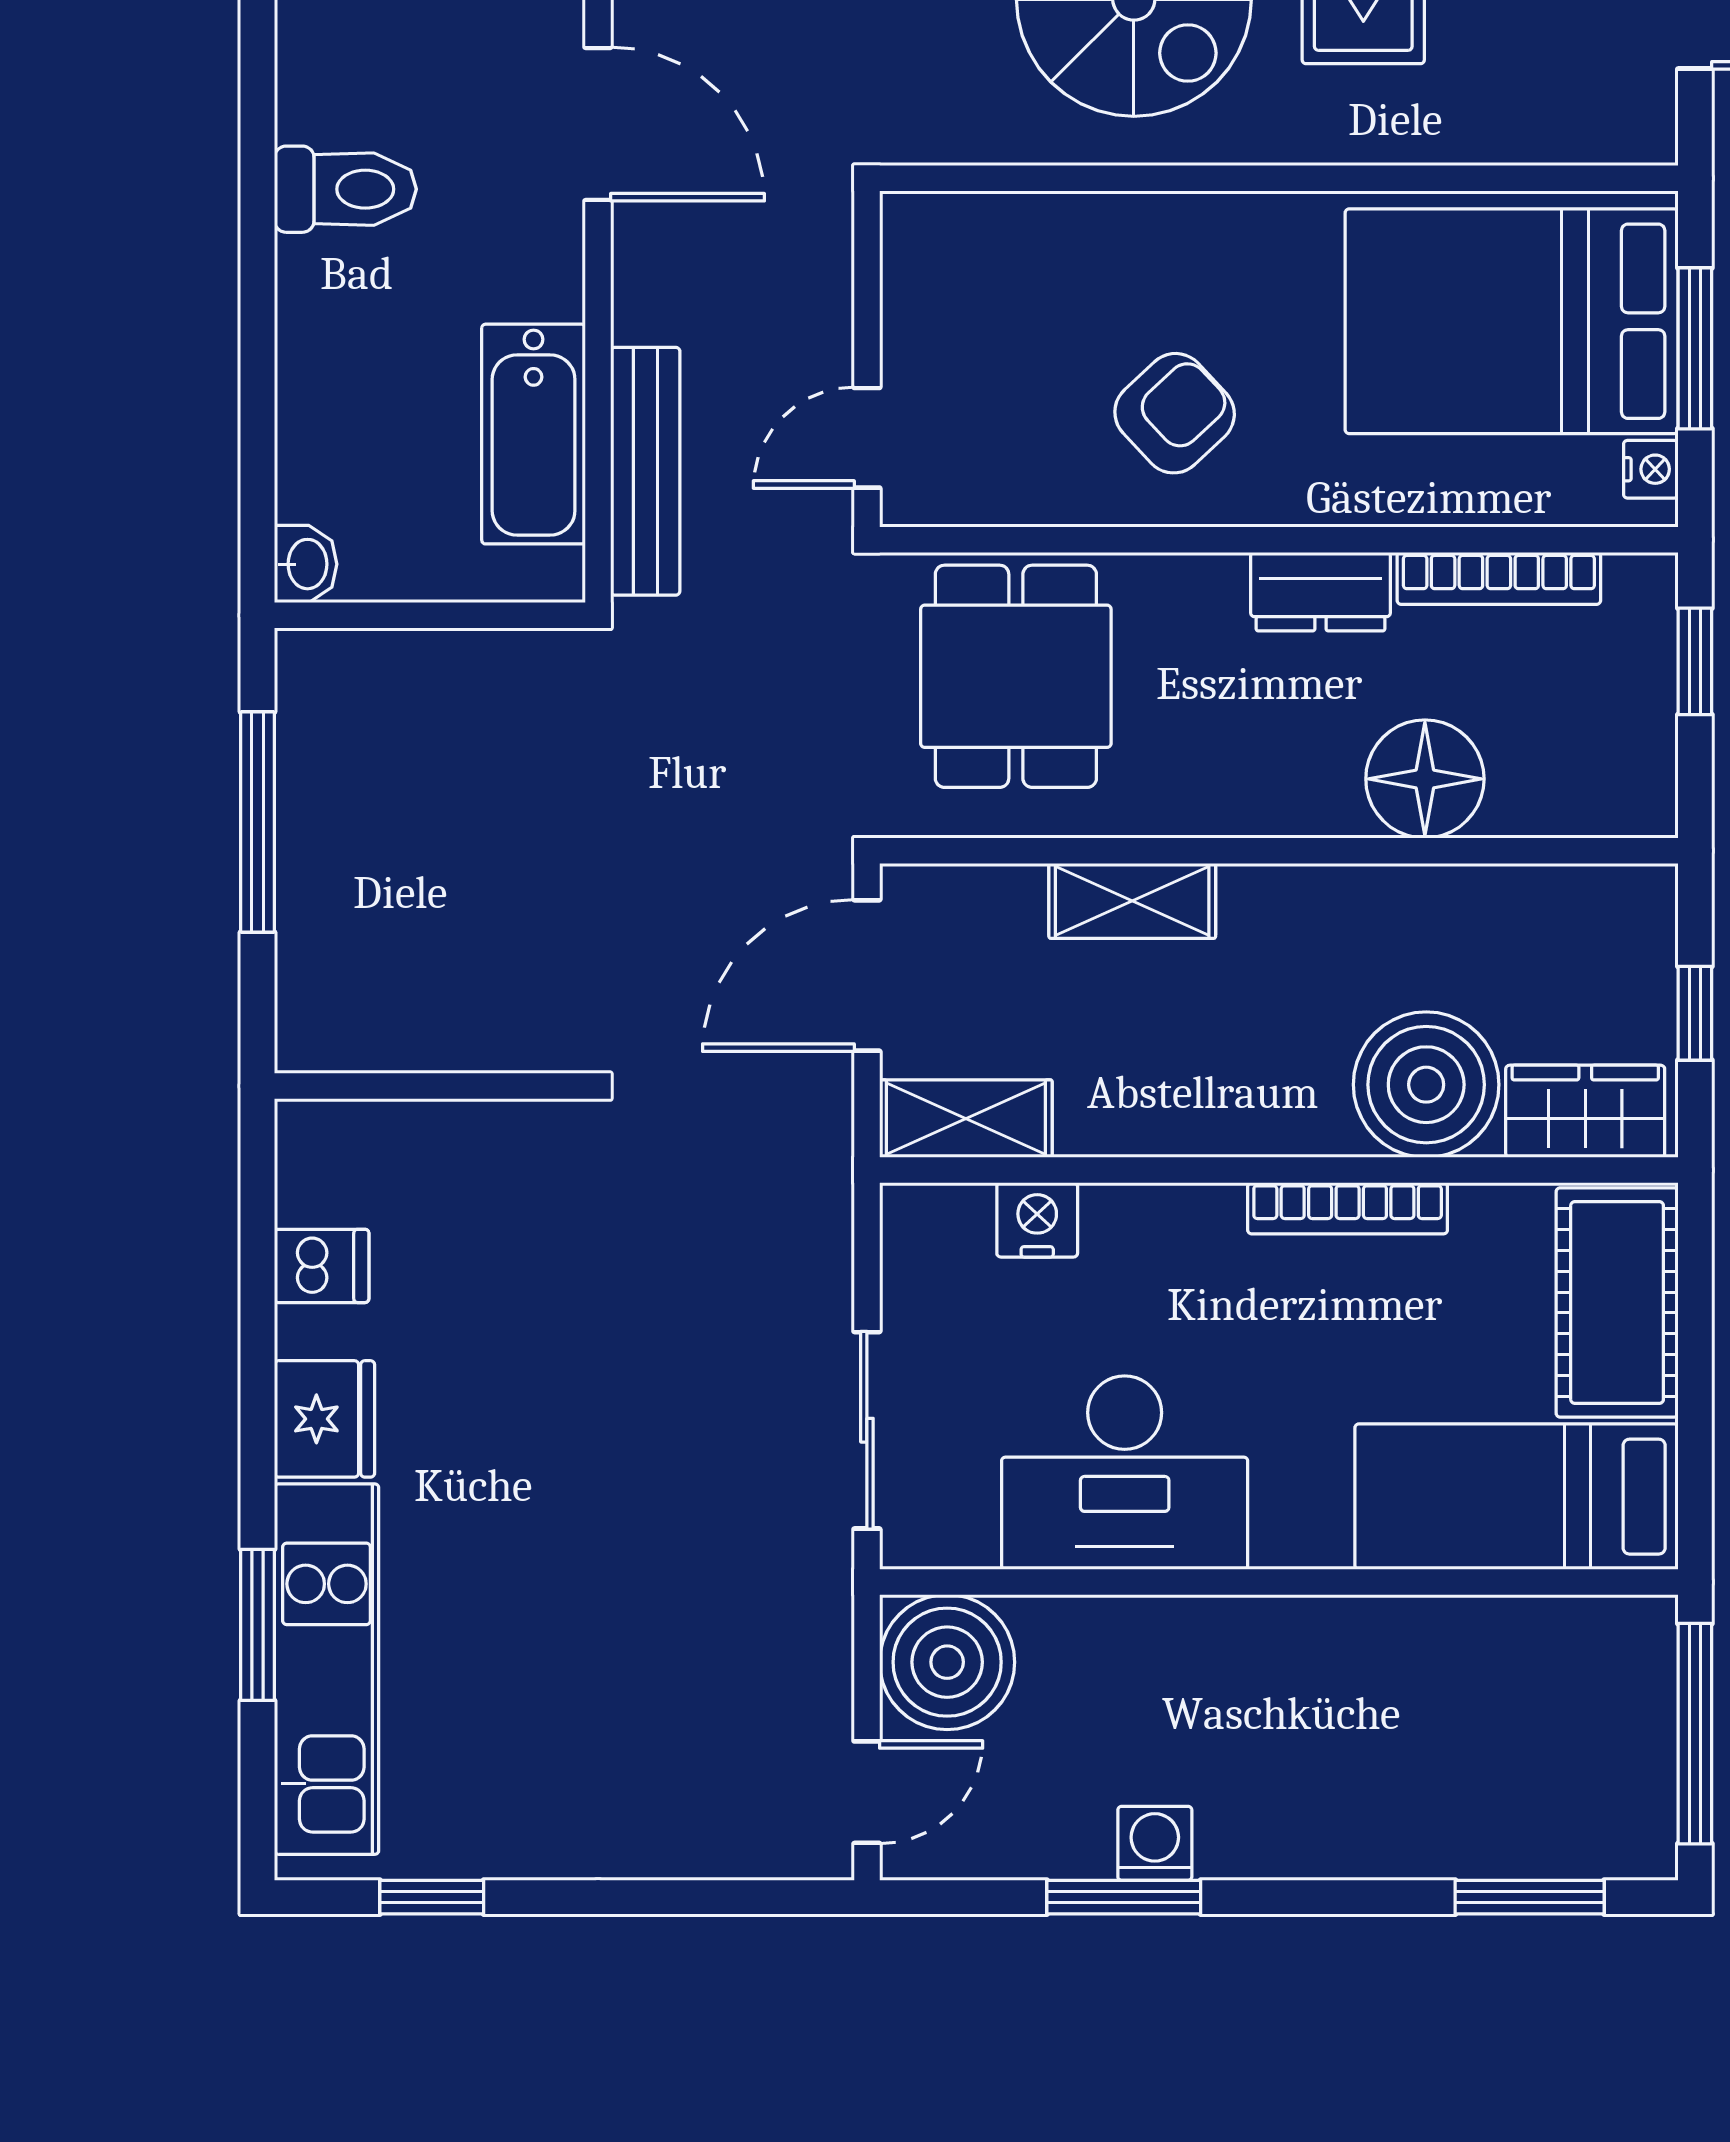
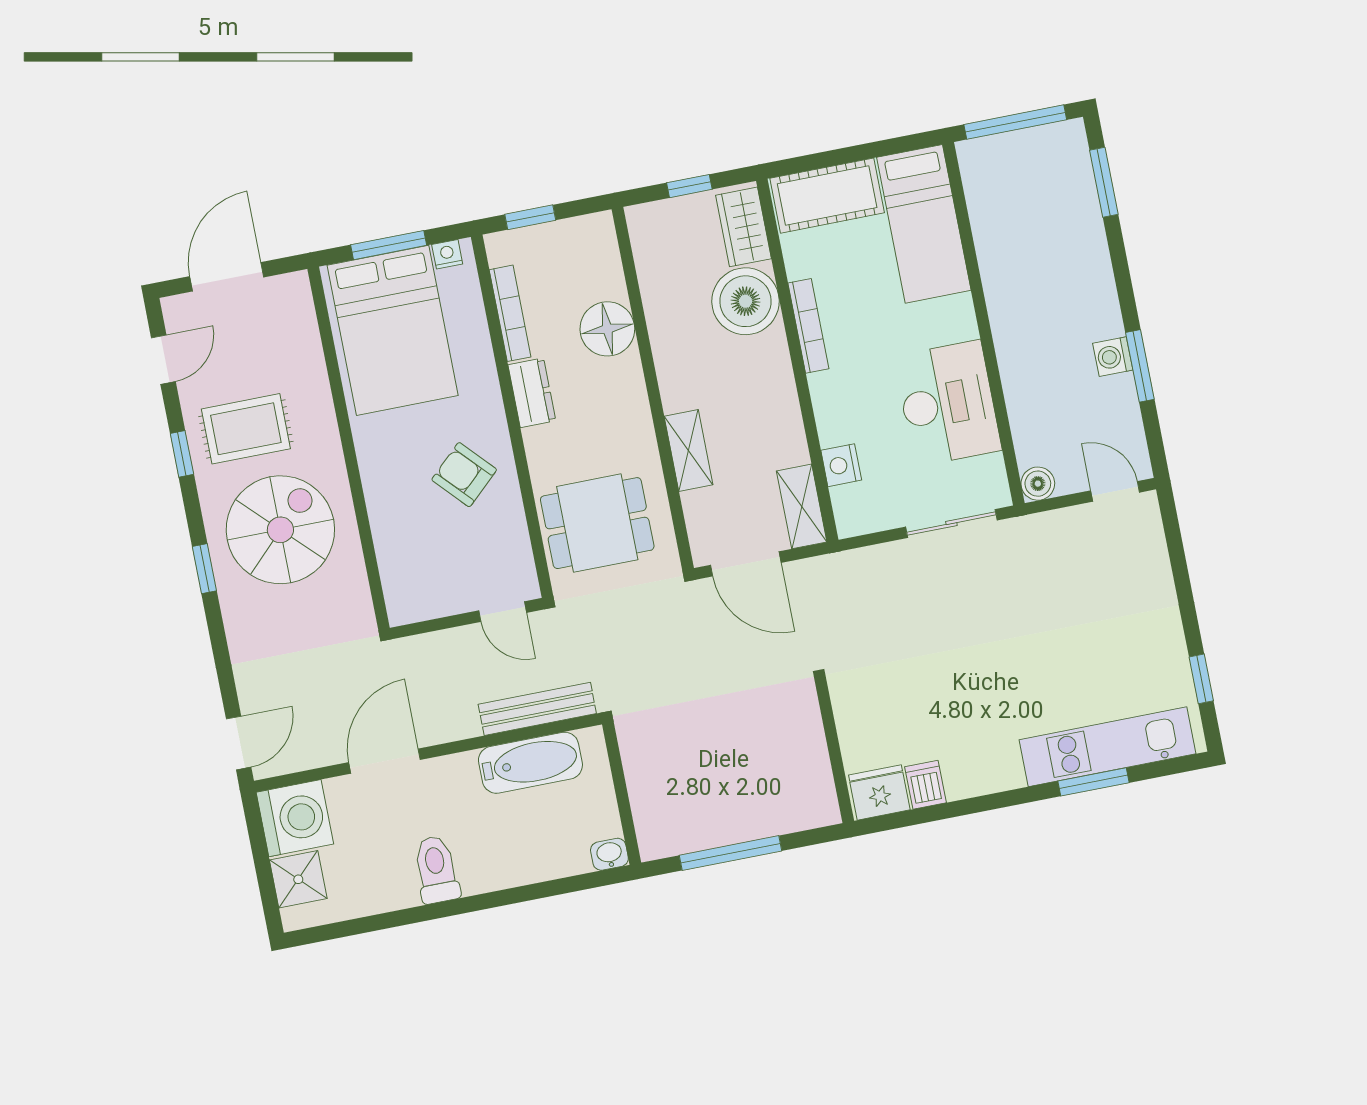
fridge: (324, 1419) -> (879, 792), moved
boiler: (947, 1662) -> (1038, 484), width x0.54, depth x0.54

